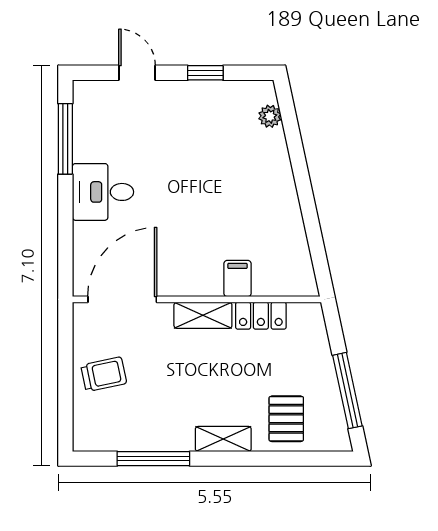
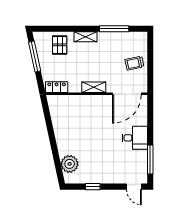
door: (137, 73) -> (134, 187), moved
plant: (270, 116) -> (70, 164), width x1.87, depth x1.87
filing cabinet: (237, 279) -> (80, 102), removed
locker: (261, 316) -> (57, 87), moved

